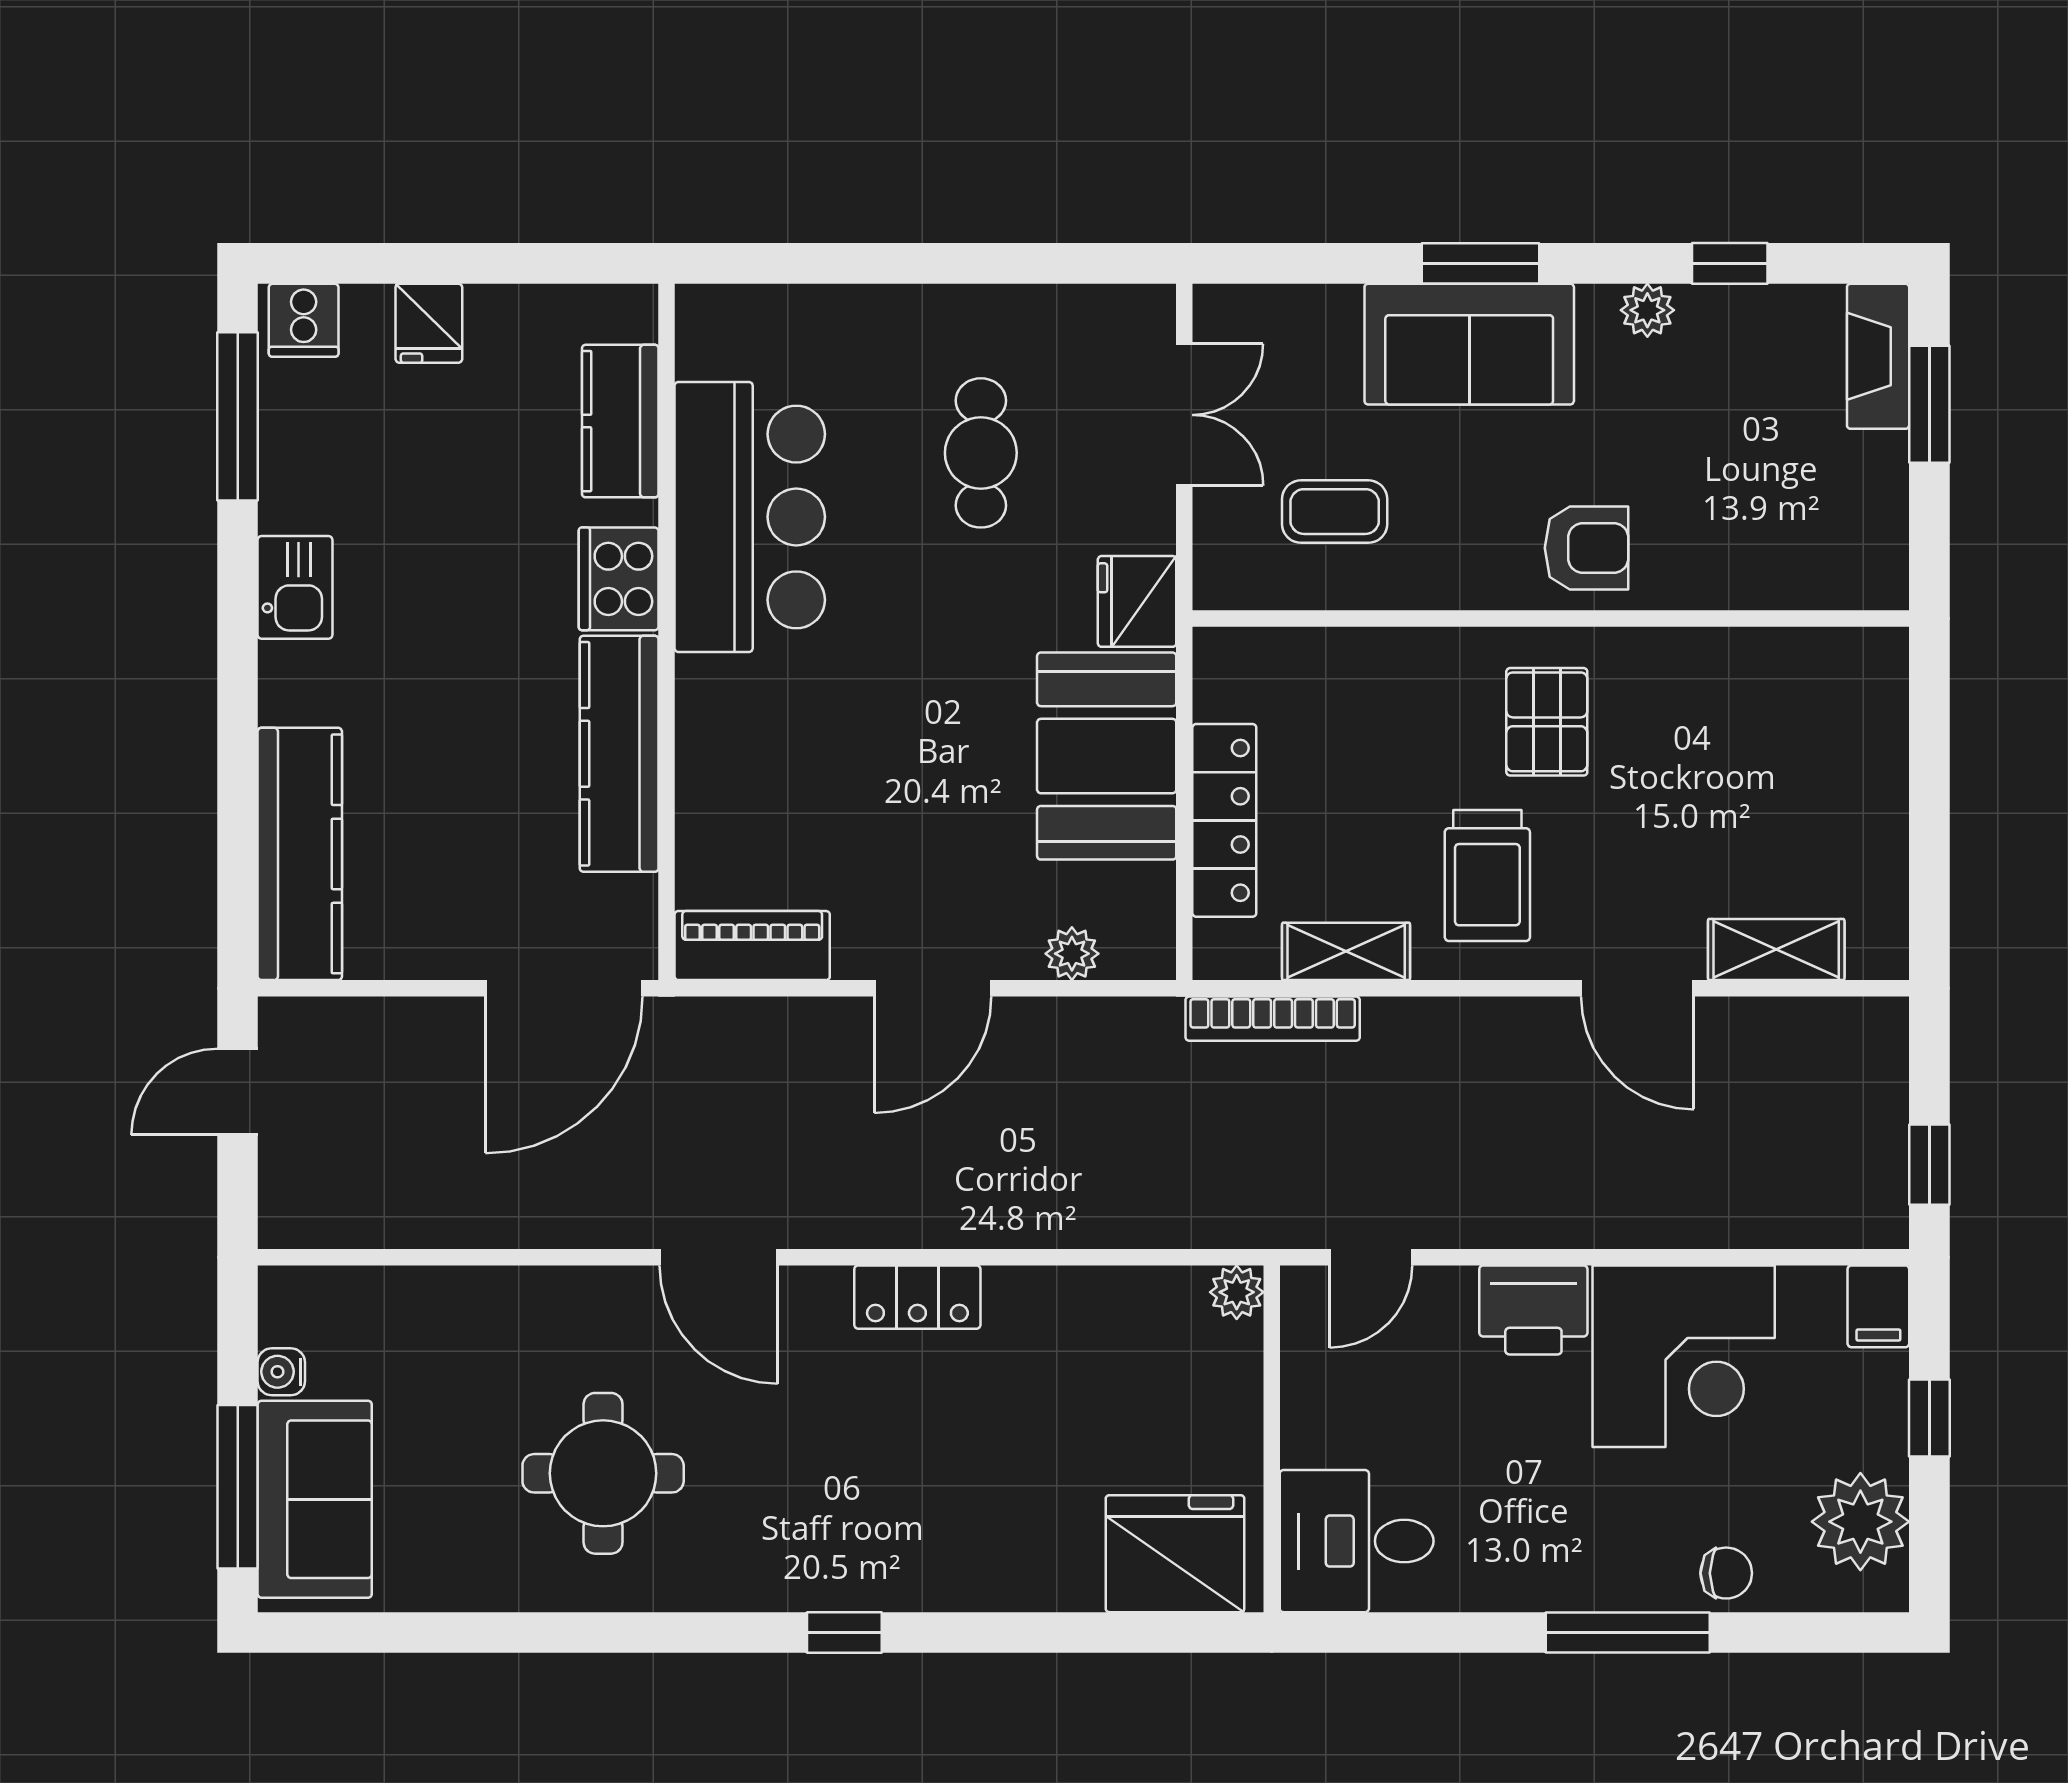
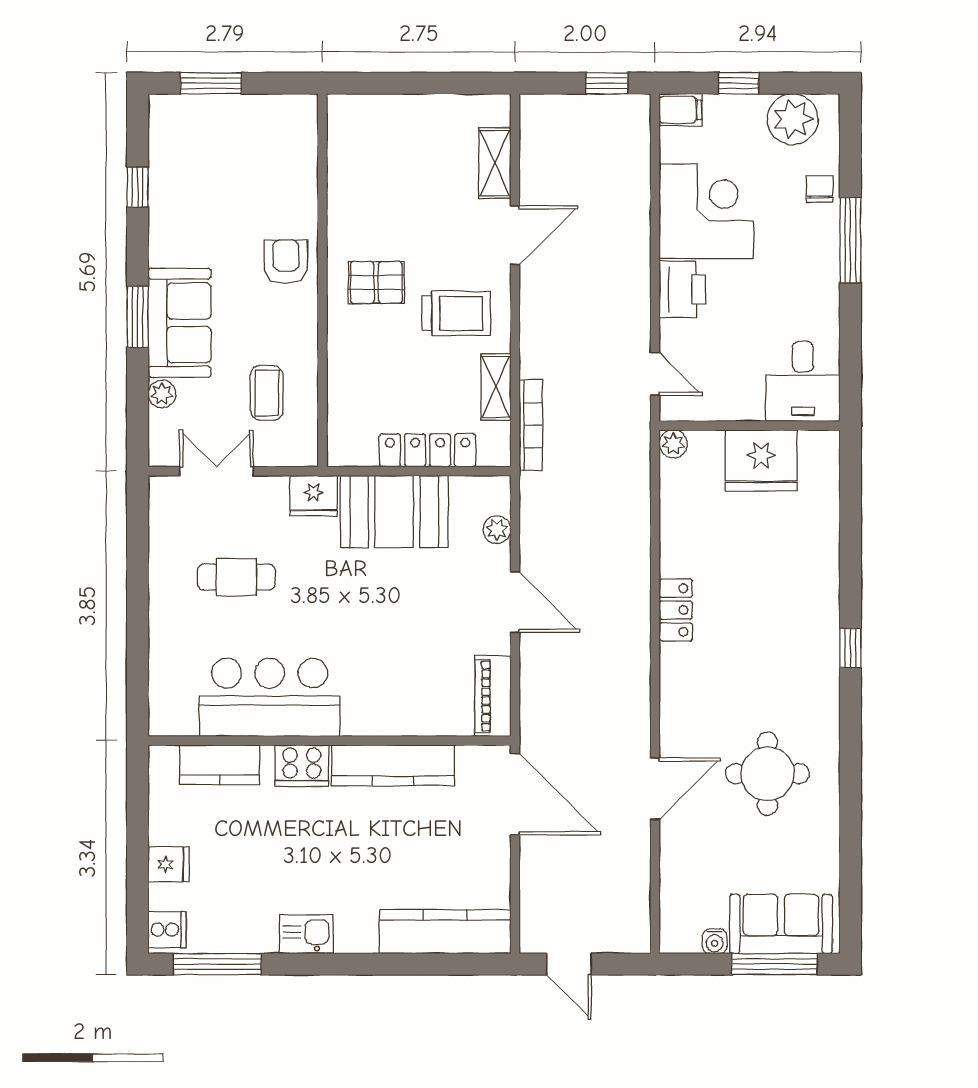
plant: (1647, 310) -> (162, 394), moved
fireplace: (1878, 356) -> (186, 110), removed
door: (719, 1257) -> (655, 789), moved
fridge: (1175, 1554) -> (761, 460), moved, turned -90

